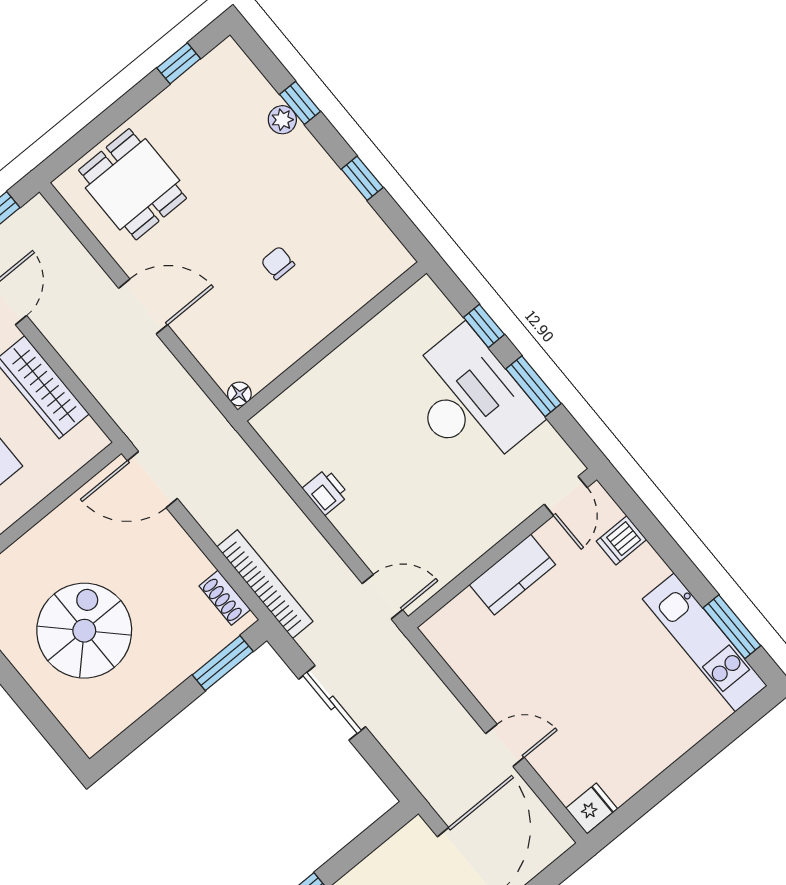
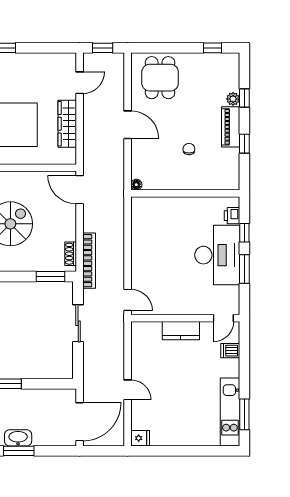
piano: (316, 169) -> (231, 127), added
printer: (326, 492) -> (232, 216), moved, turned 180

